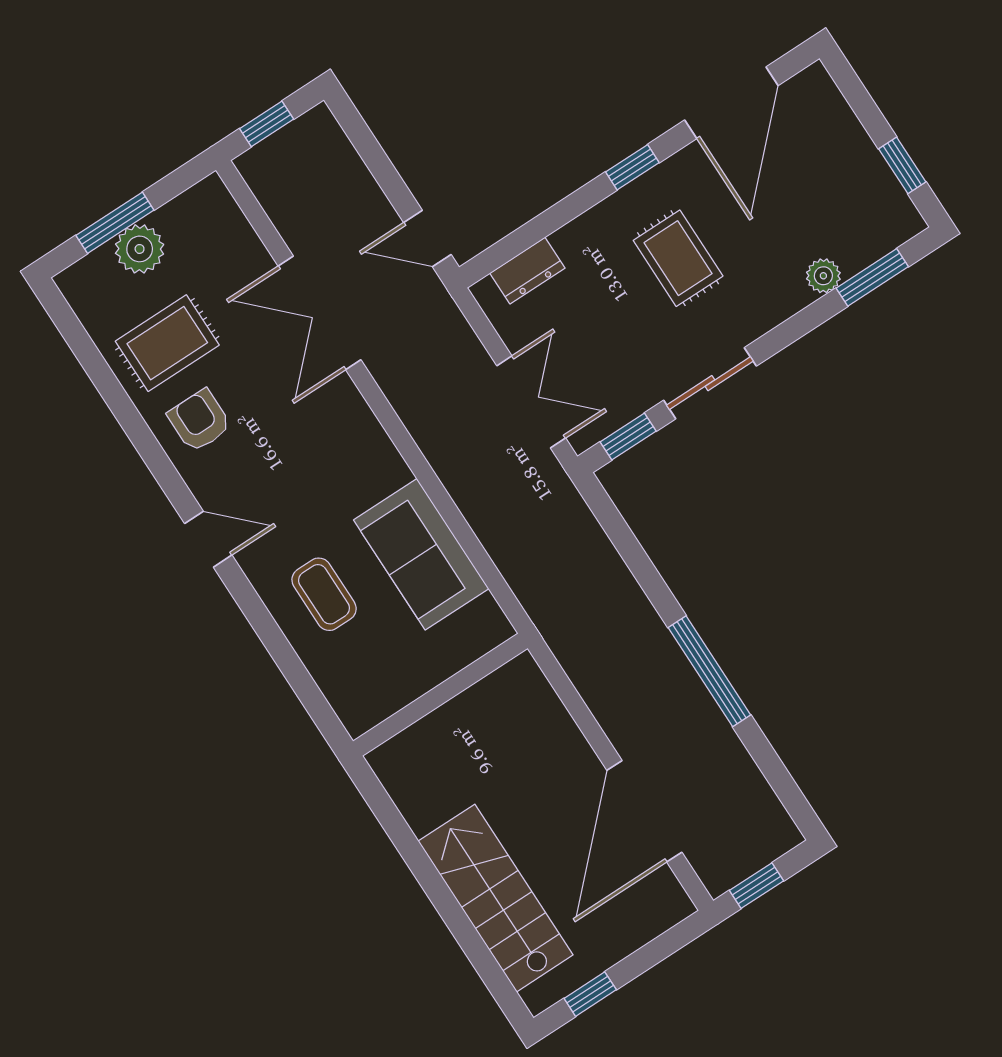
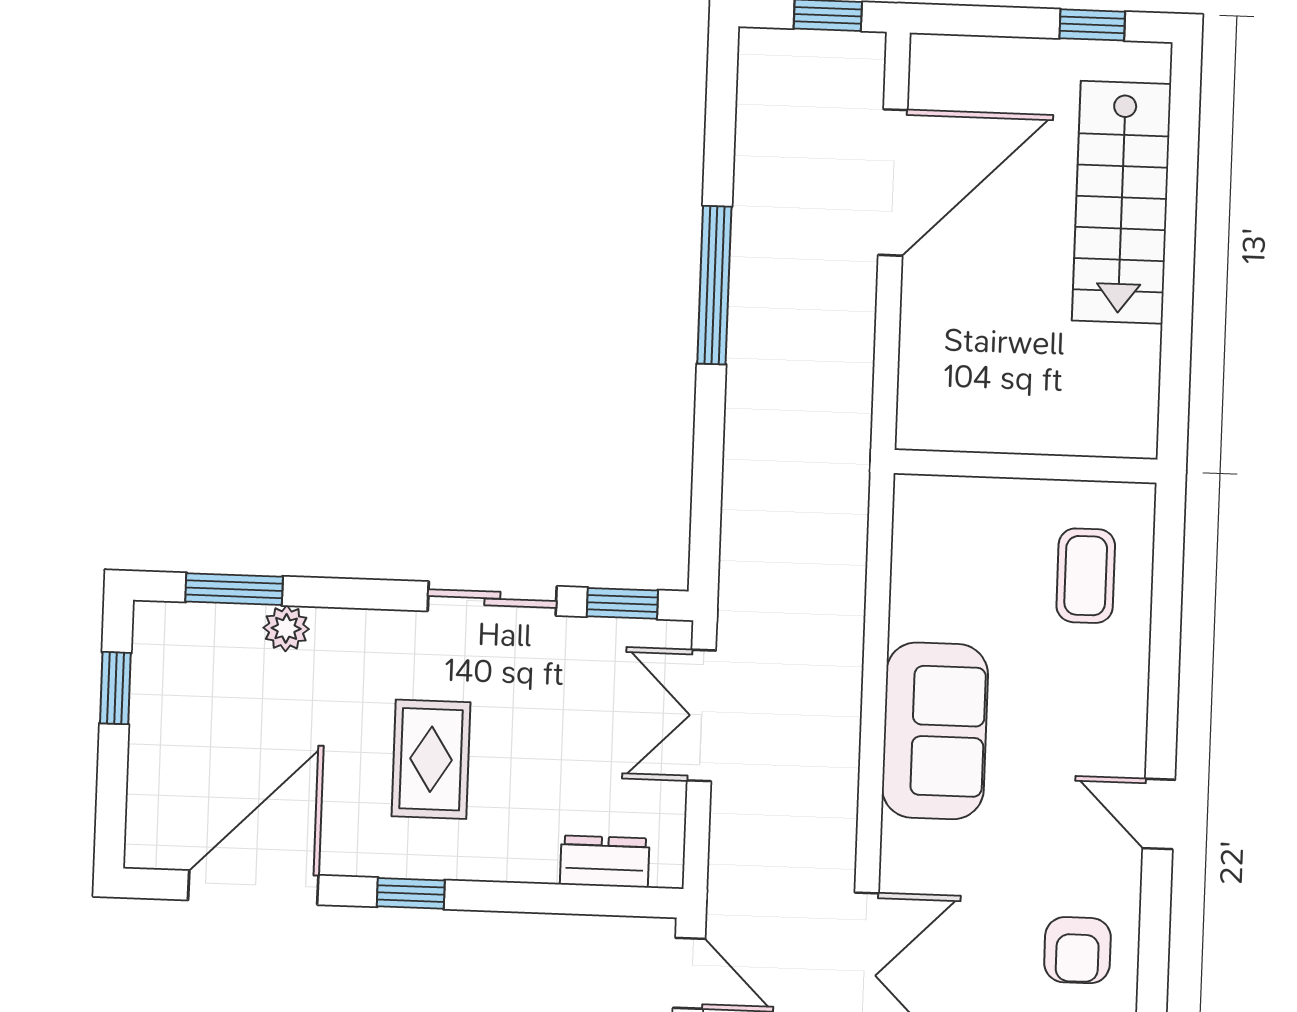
sofa: (421, 554) -> (935, 731), moved
coffee table: (324, 594) -> (1086, 576), moved

